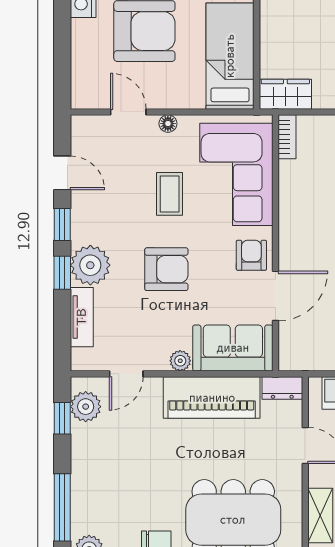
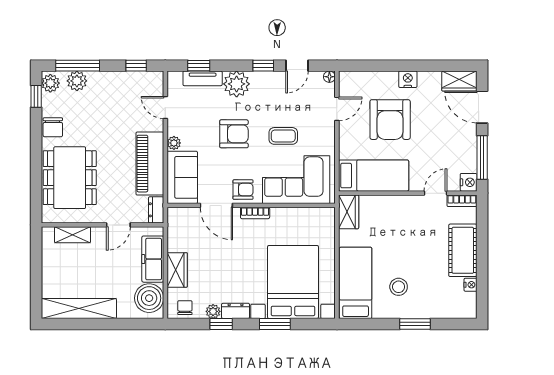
floor lamp: (168, 124) -> (329, 77), moved
bookcase: (287, 137) -> (255, 213), moved
armchair: (166, 269) -> (234, 134), turned -90
window: (62, 273) -> (199, 66), moved
plant: (86, 407) -> (77, 81), moved

